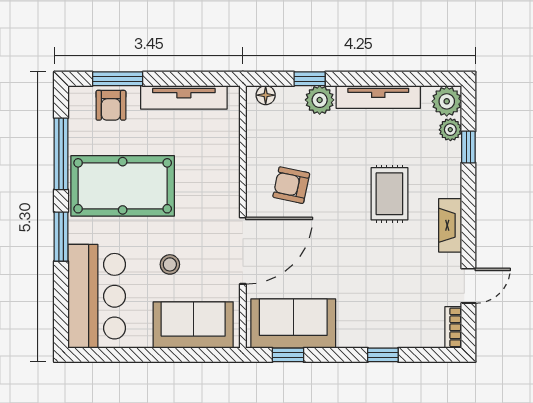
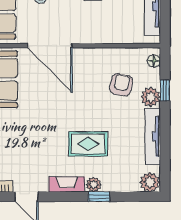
plant: (450, 130) -> (94, 185), moved
window: (468, 147) -> (99, 197), moved
armchair: (291, 185) -> (121, 85), moved

